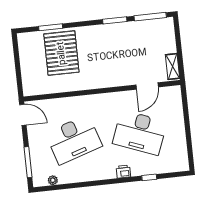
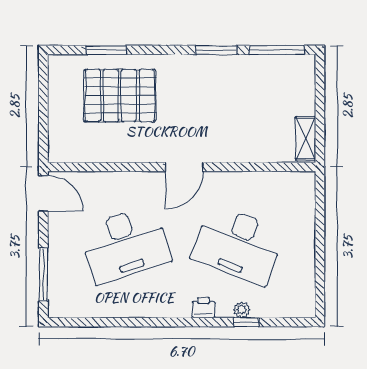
pallet: (61, 53) -> (120, 96), turned 90
door: (147, 86) -> (184, 167), moved
plant: (53, 180) -> (242, 310), moved

